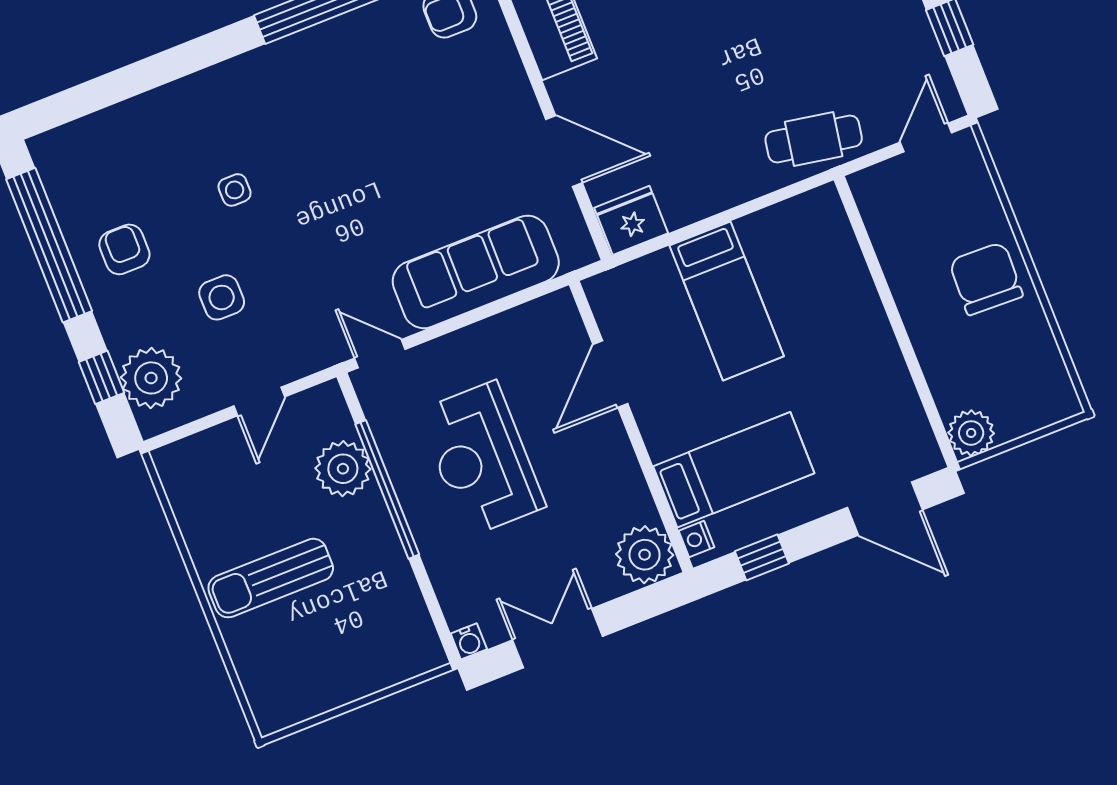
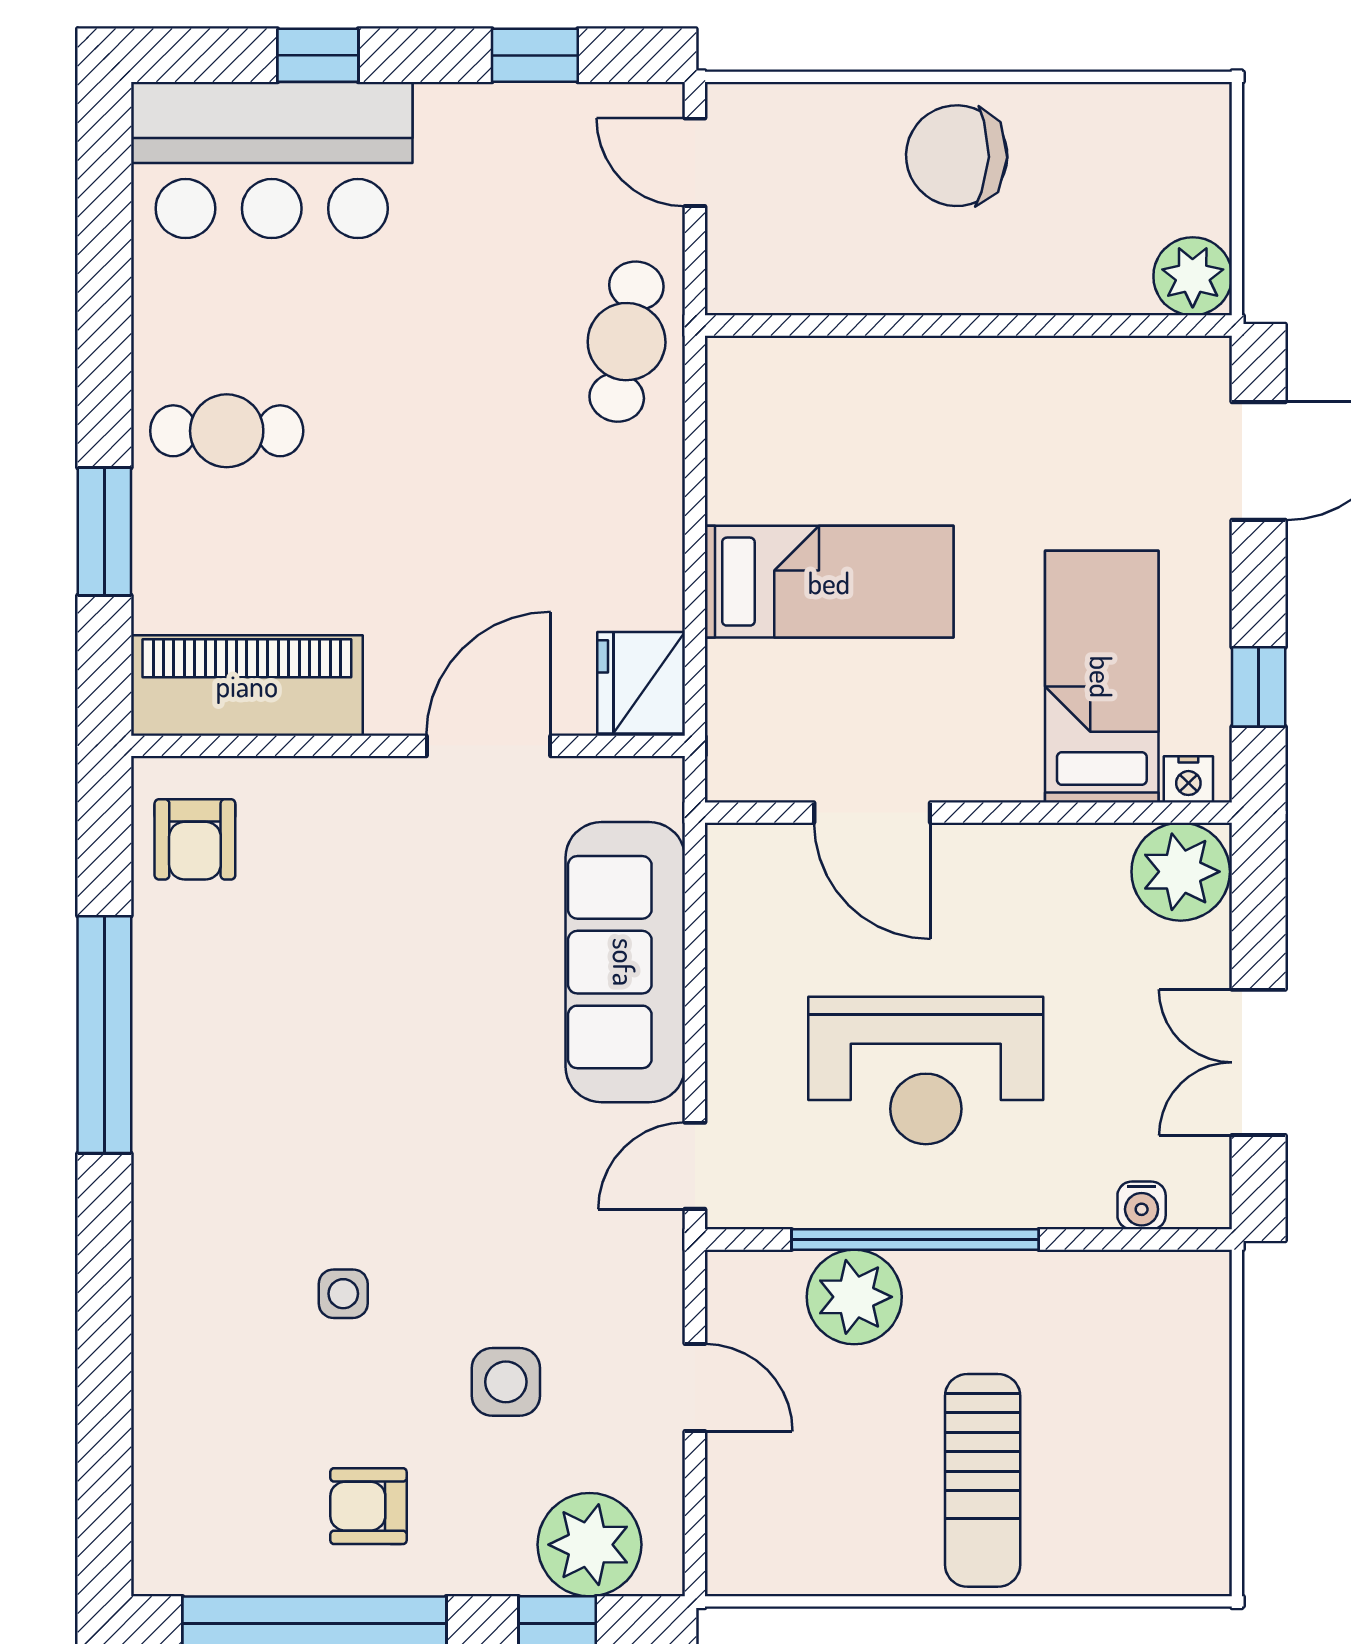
water cooler: (469, 641) -> (1142, 1205), moved, turned 90

